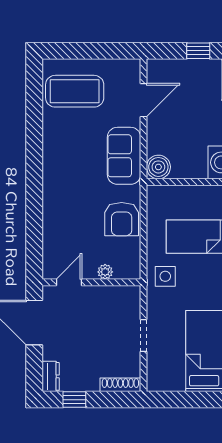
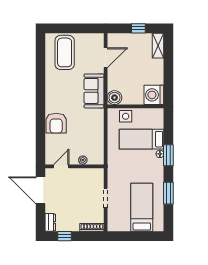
coffee table: (75, 91) -> (65, 52), turned 90
armchair: (122, 219) -> (56, 123), moved
side table: (165, 276) -> (126, 116), moved

